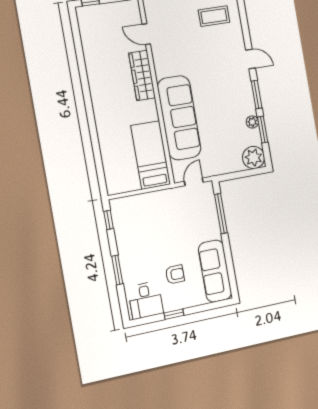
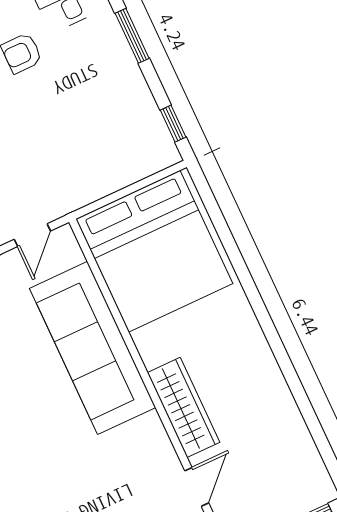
door: (146, 34) -> (197, 487), hinge flipped
bed: (151, 155) -> (154, 251), width x2.04

